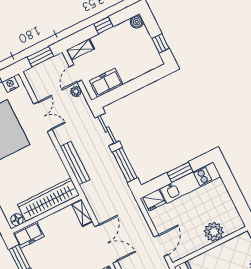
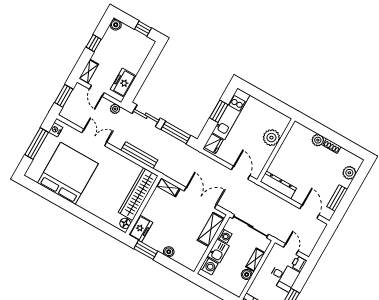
plant: (76, 92) -> (115, 109), moved

